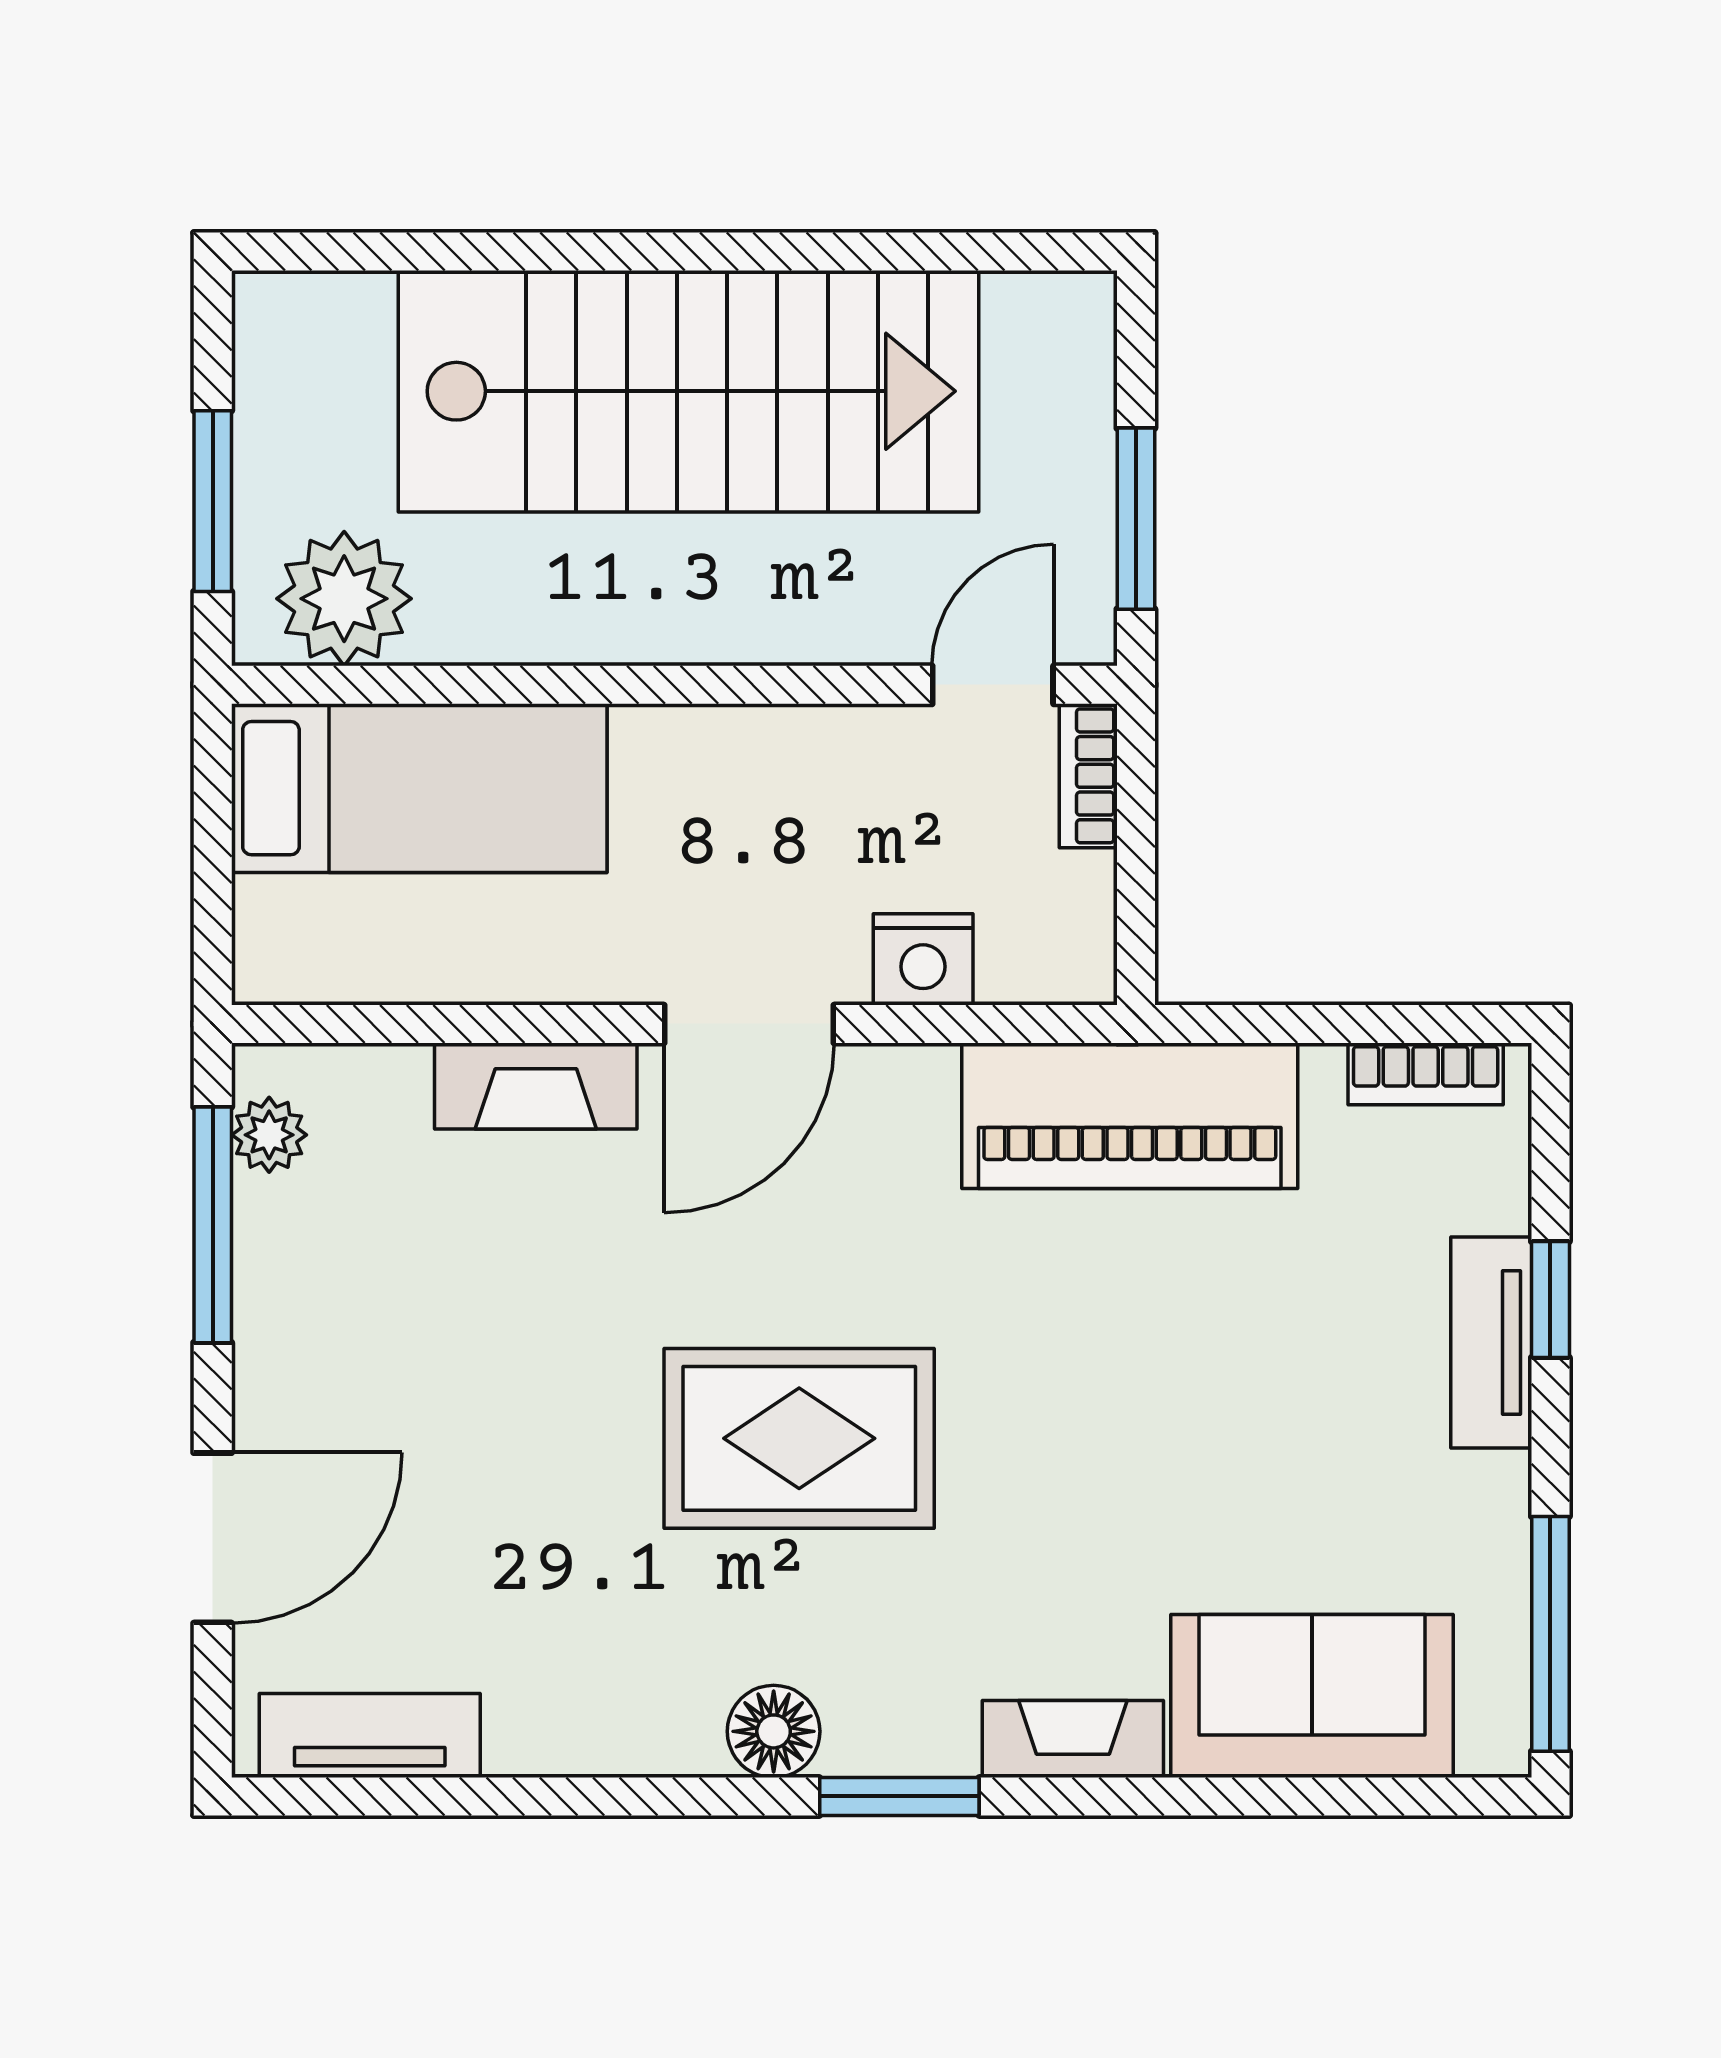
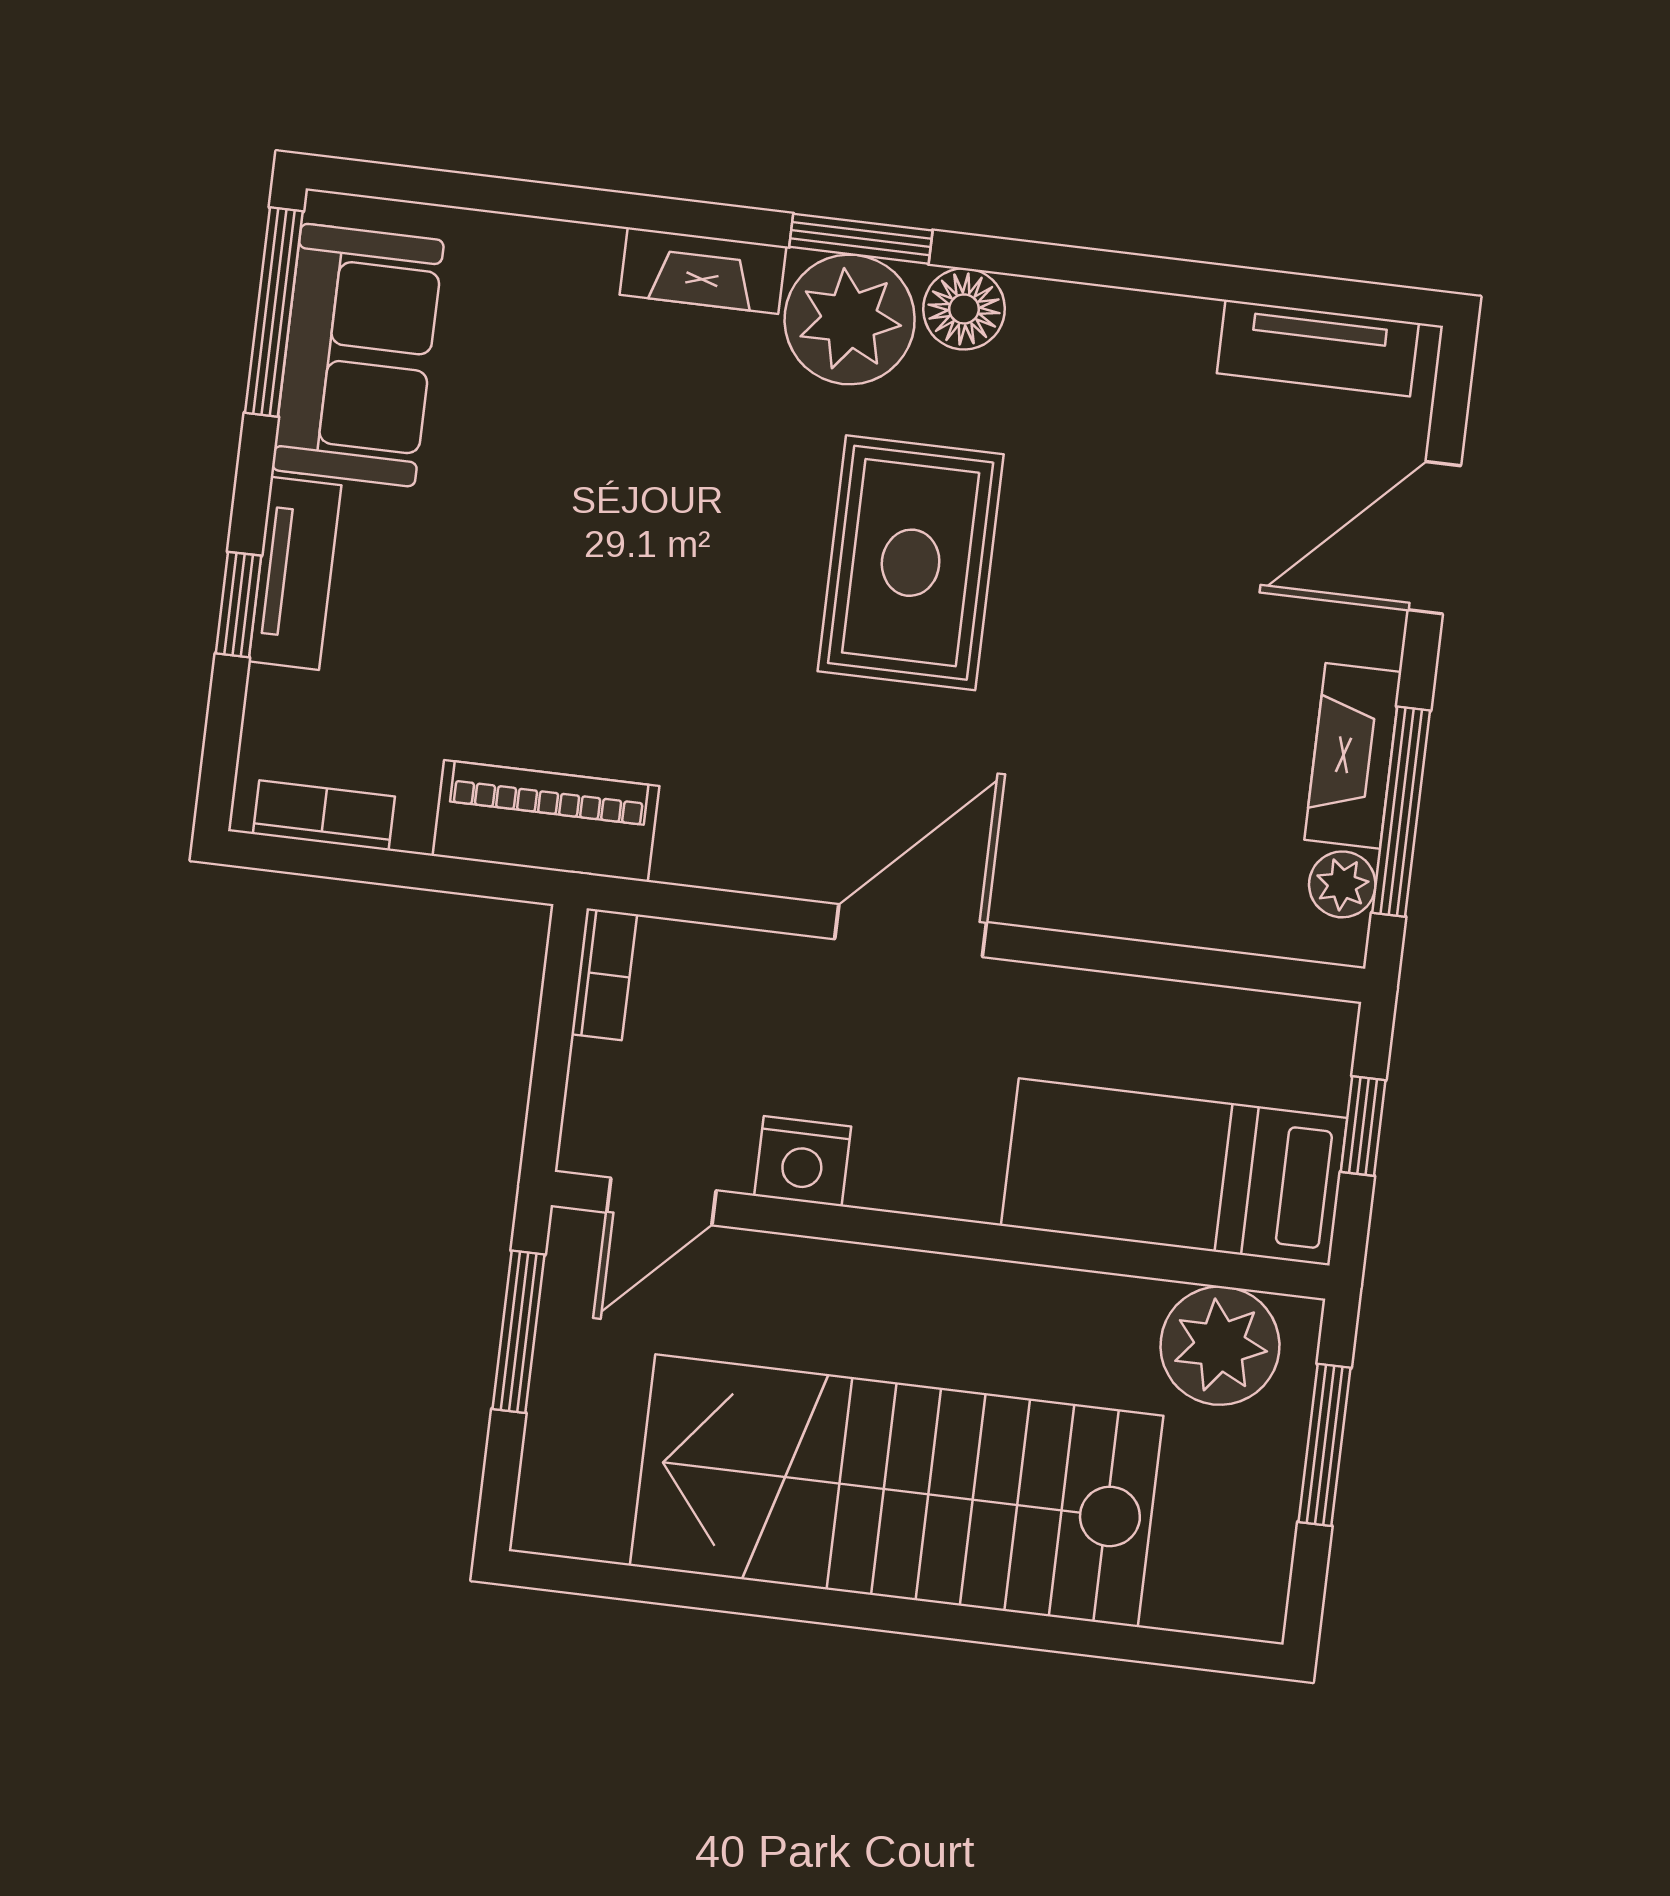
bookcase: (1088, 776) -> (604, 974), moved
window: (213, 866) -> (1363, 1126), added
nightstand: (923, 959) -> (803, 1161), moved, turned 180
fireplace: (536, 1086) -> (1353, 756), moved, turned -90
piano: (1130, 1116) -> (546, 821), width x0.73, depth x0.75
rug: (799, 1438) -> (911, 563), turned 90
sofa: (1312, 1696) -> (358, 355), moved, turned -90
plant: (901, 1704) -> (850, 320), added

